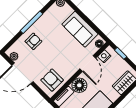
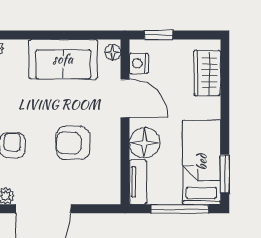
armchair: (52, 80) -> (73, 143), moved

